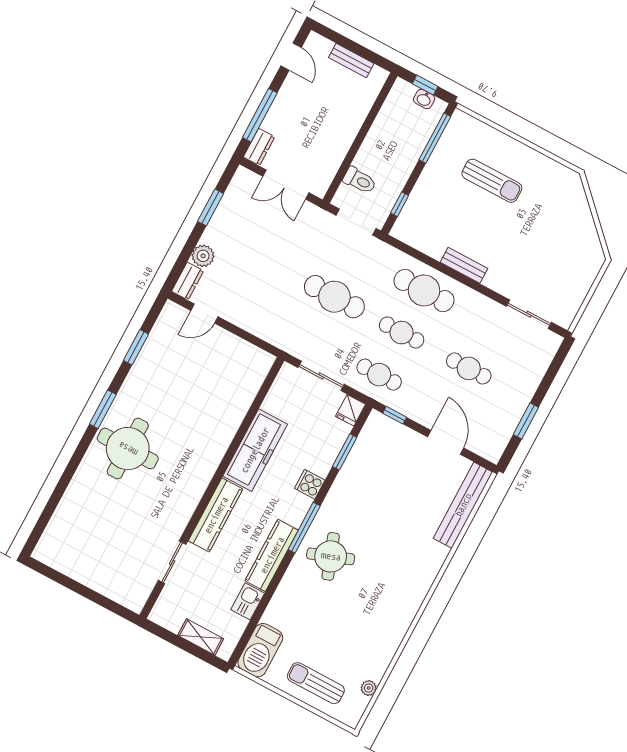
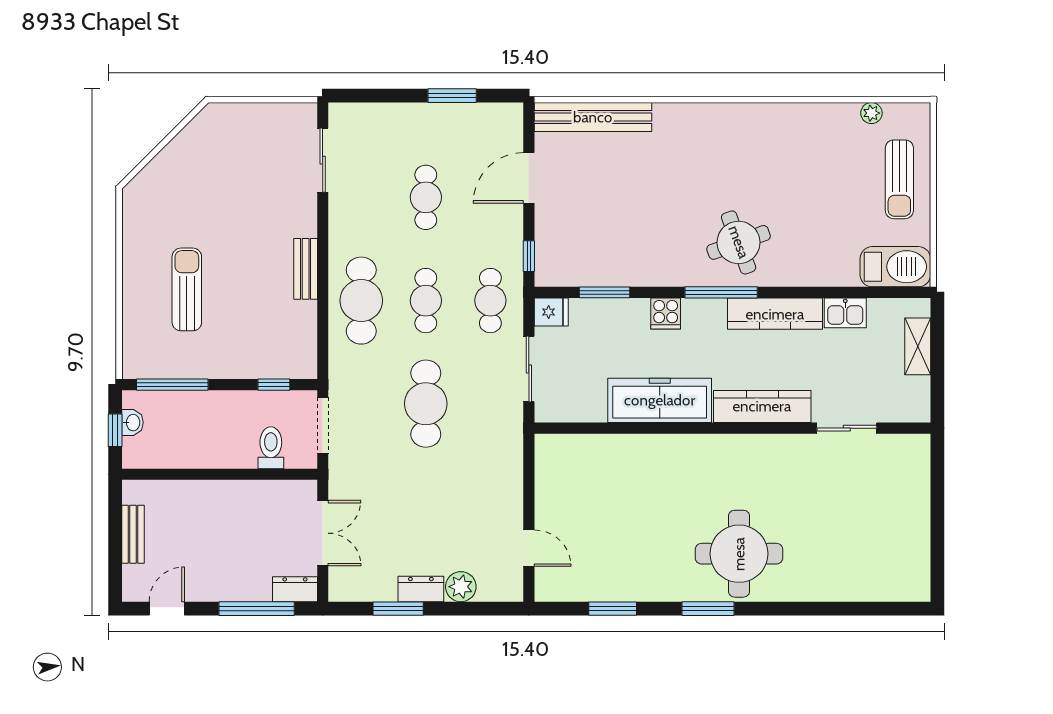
dresser: (188, 281) -> (421, 589), moved

